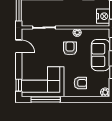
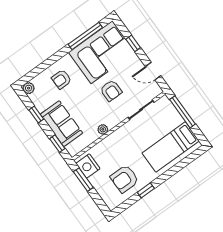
armchair: (70, 48) -> (111, 91), moved
window: (19, 85) -> (133, 43), moved

